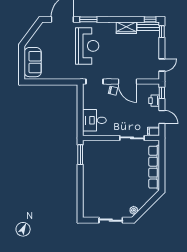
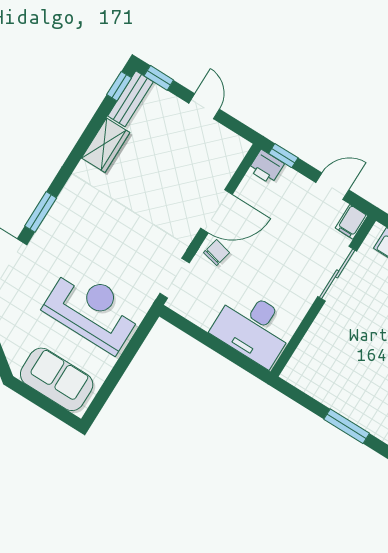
reception desk: (87, 46) -> (92, 310), moved
door: (162, 65) -> (204, 106), moved
printer: (154, 101) -> (266, 167), moved
desk: (94, 120) -> (253, 328), width x1.37
window: (80, 155) -> (347, 426), moved

